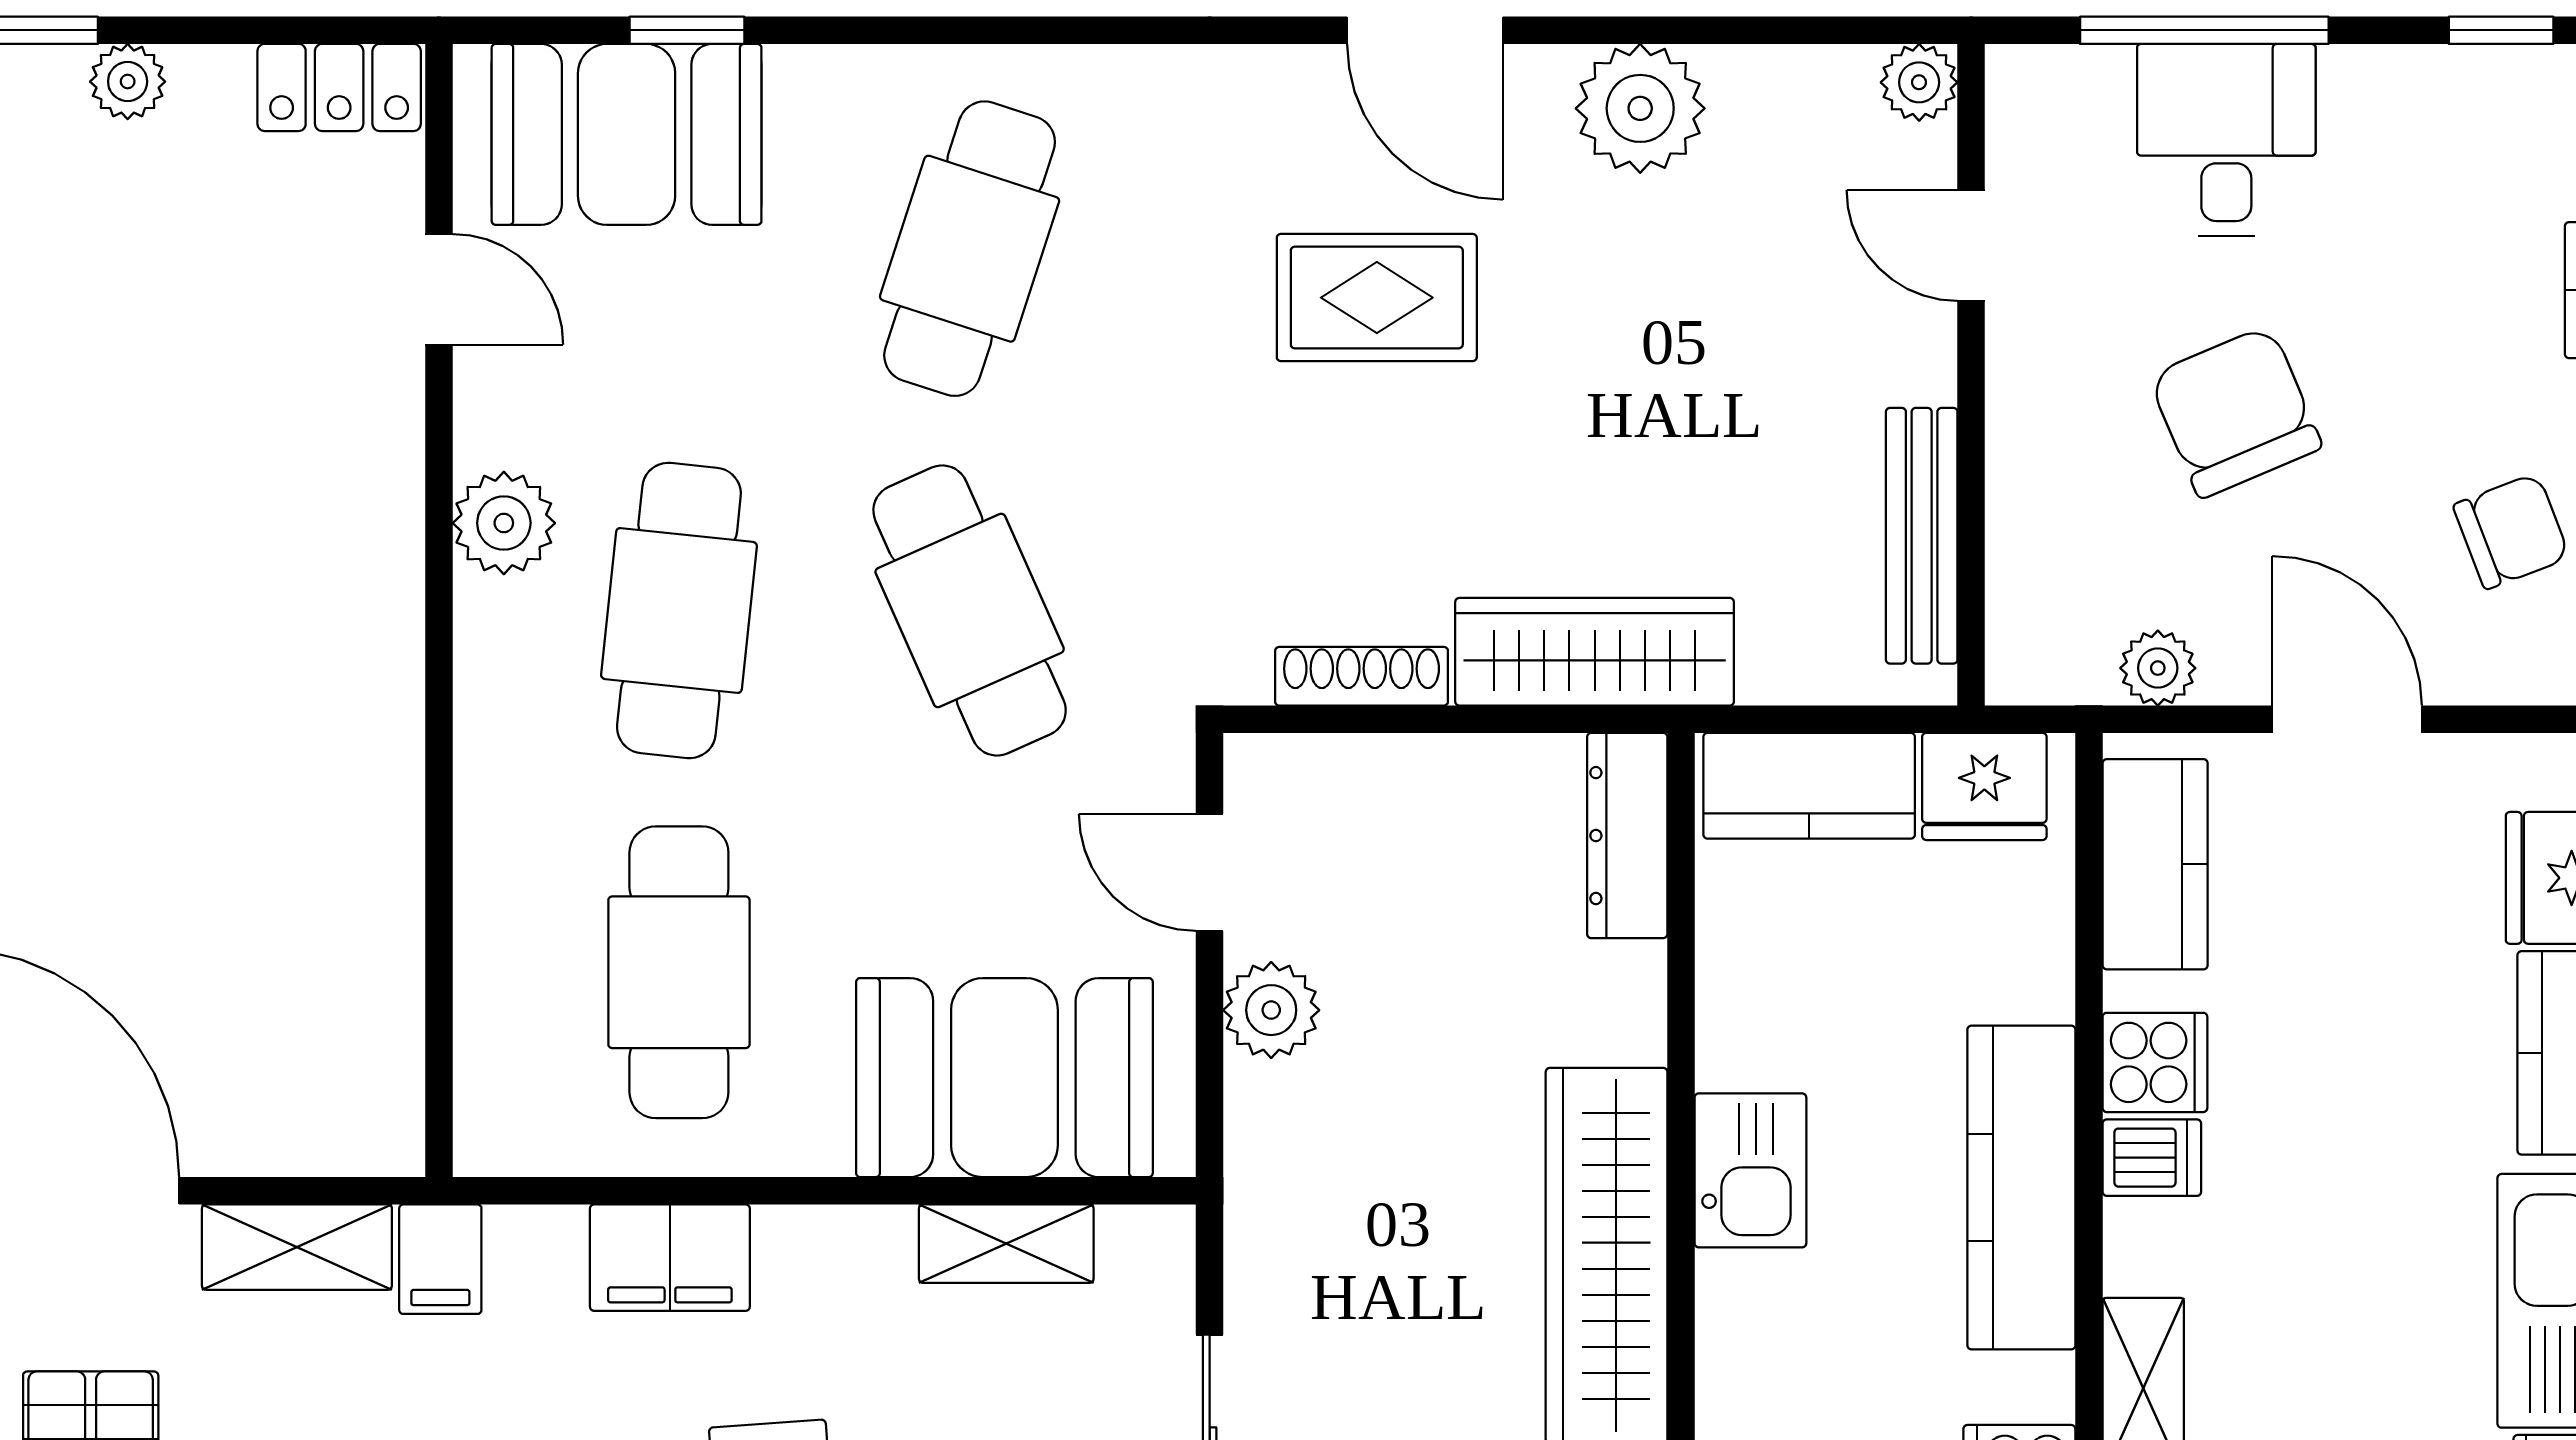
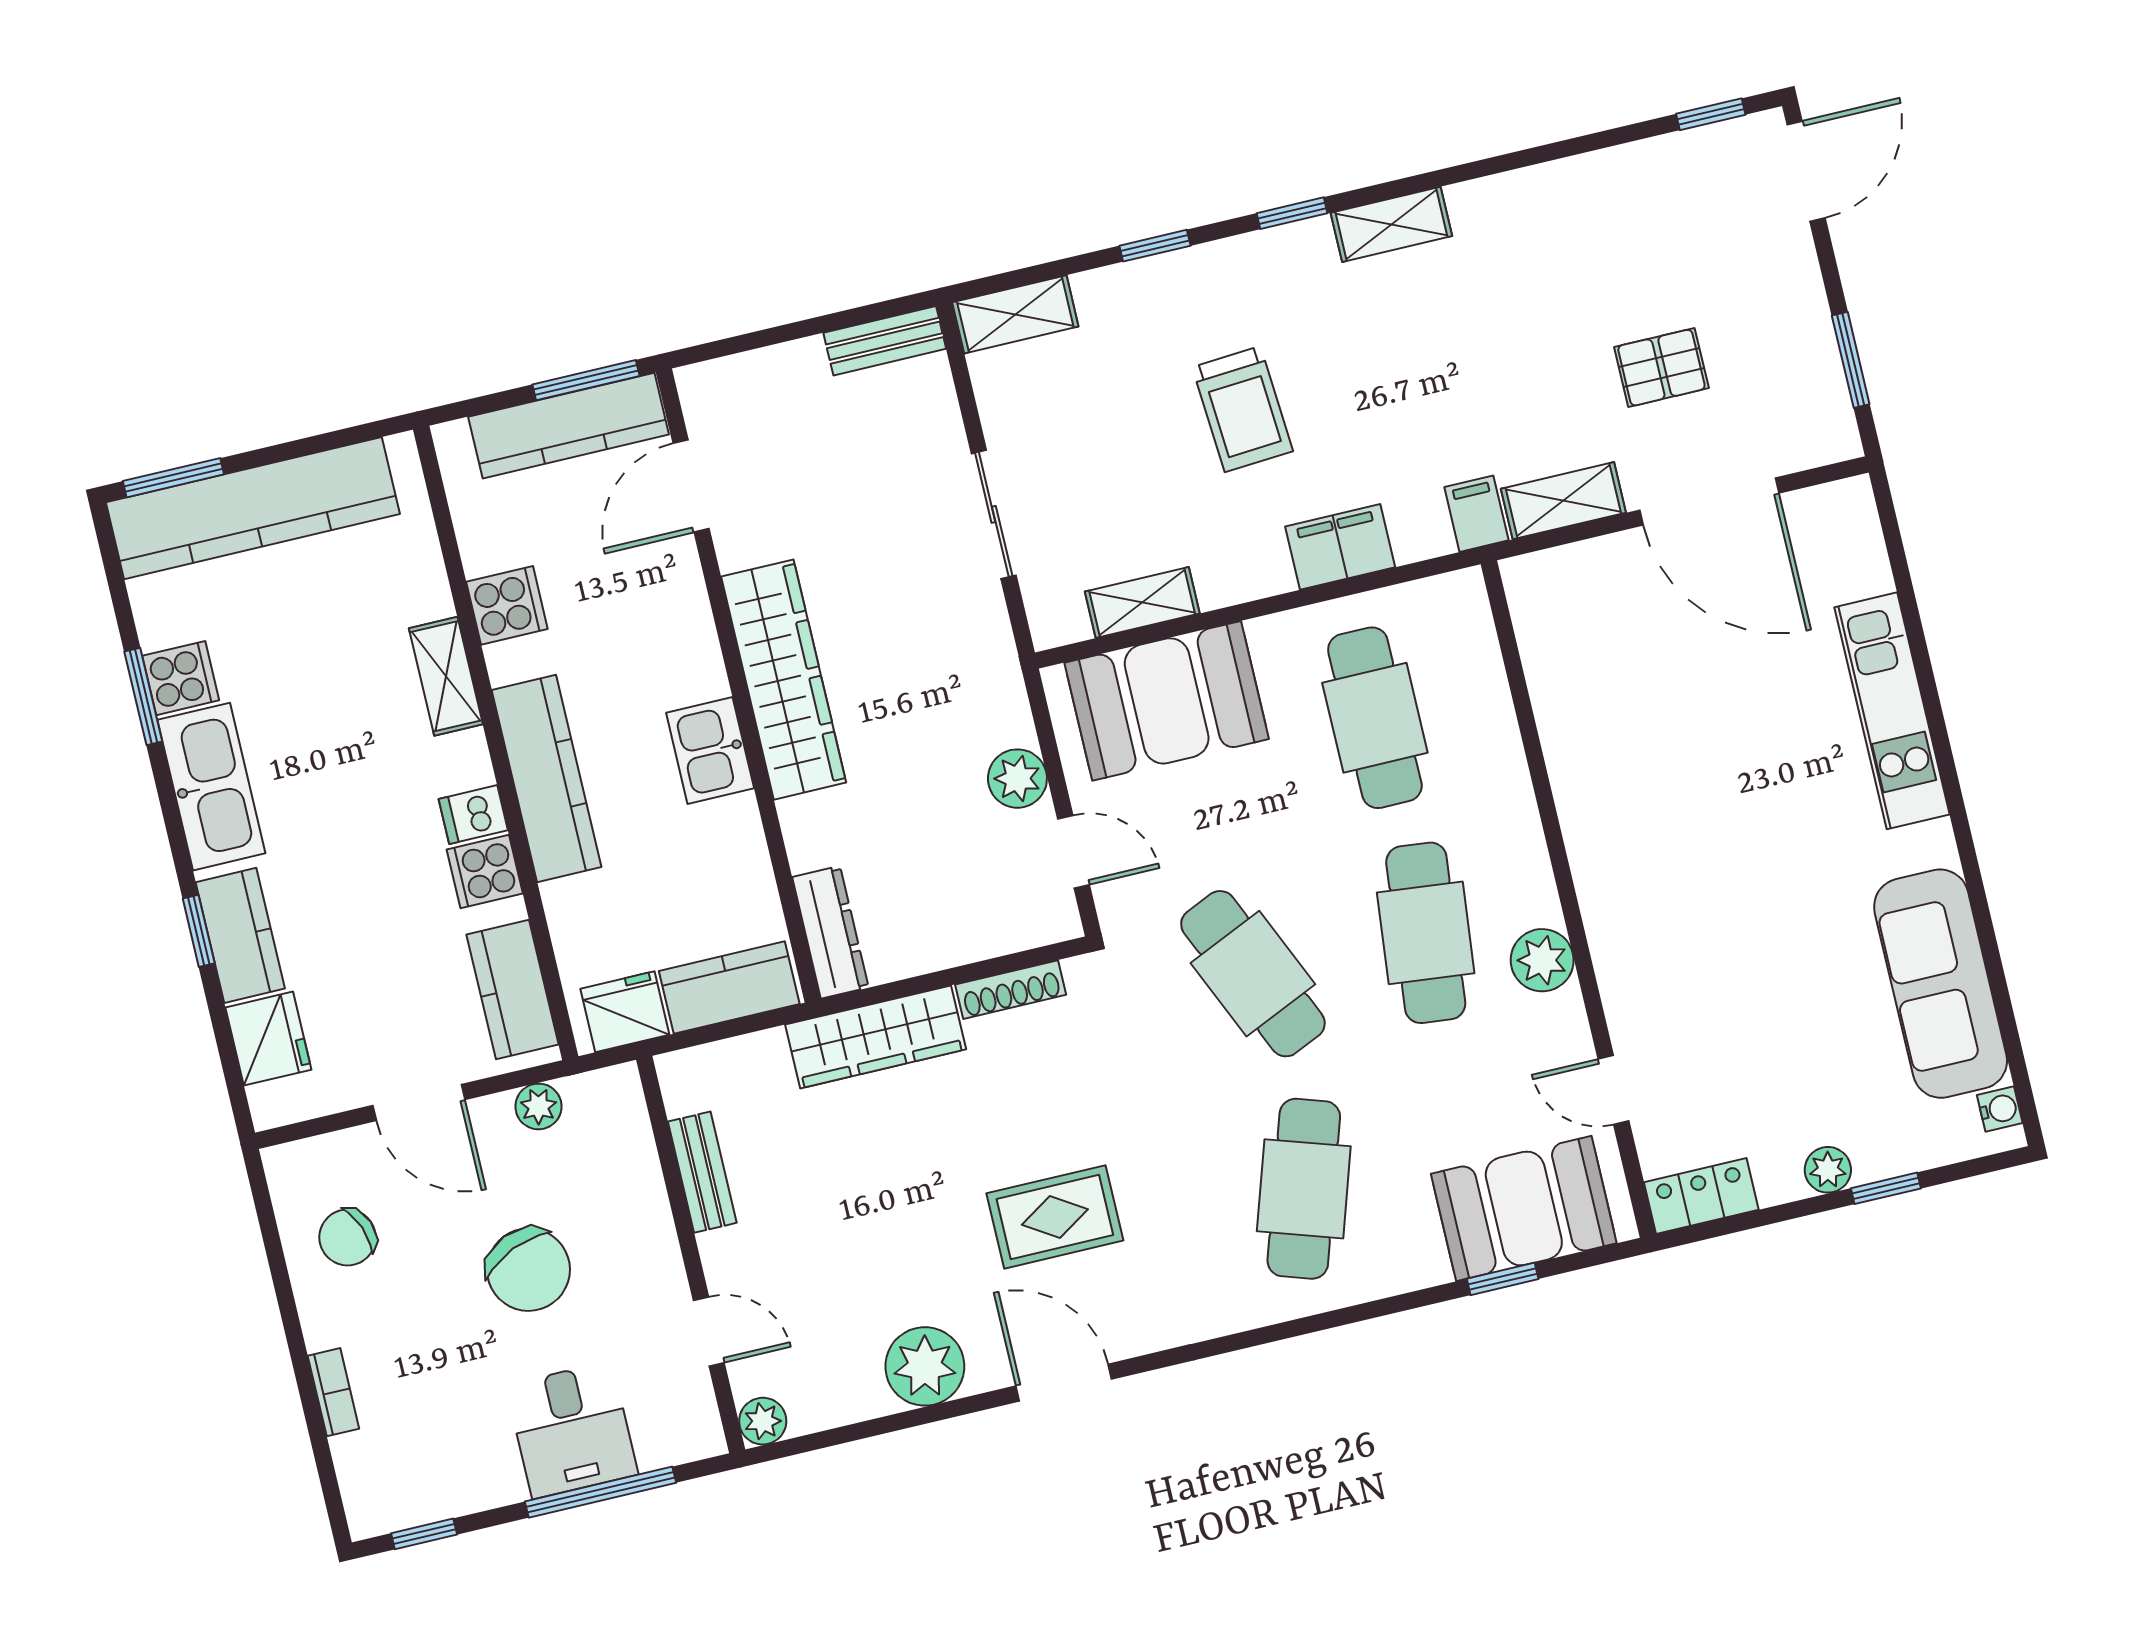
bench: (1922, 536) -> (702, 1172), width x0.73

